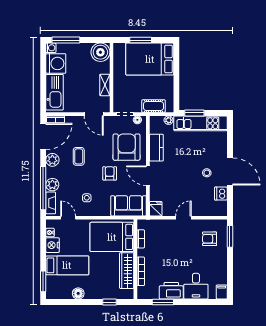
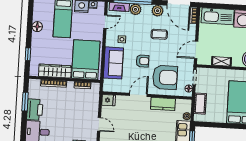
sofa: (129, 206) -> (113, 63), moved

